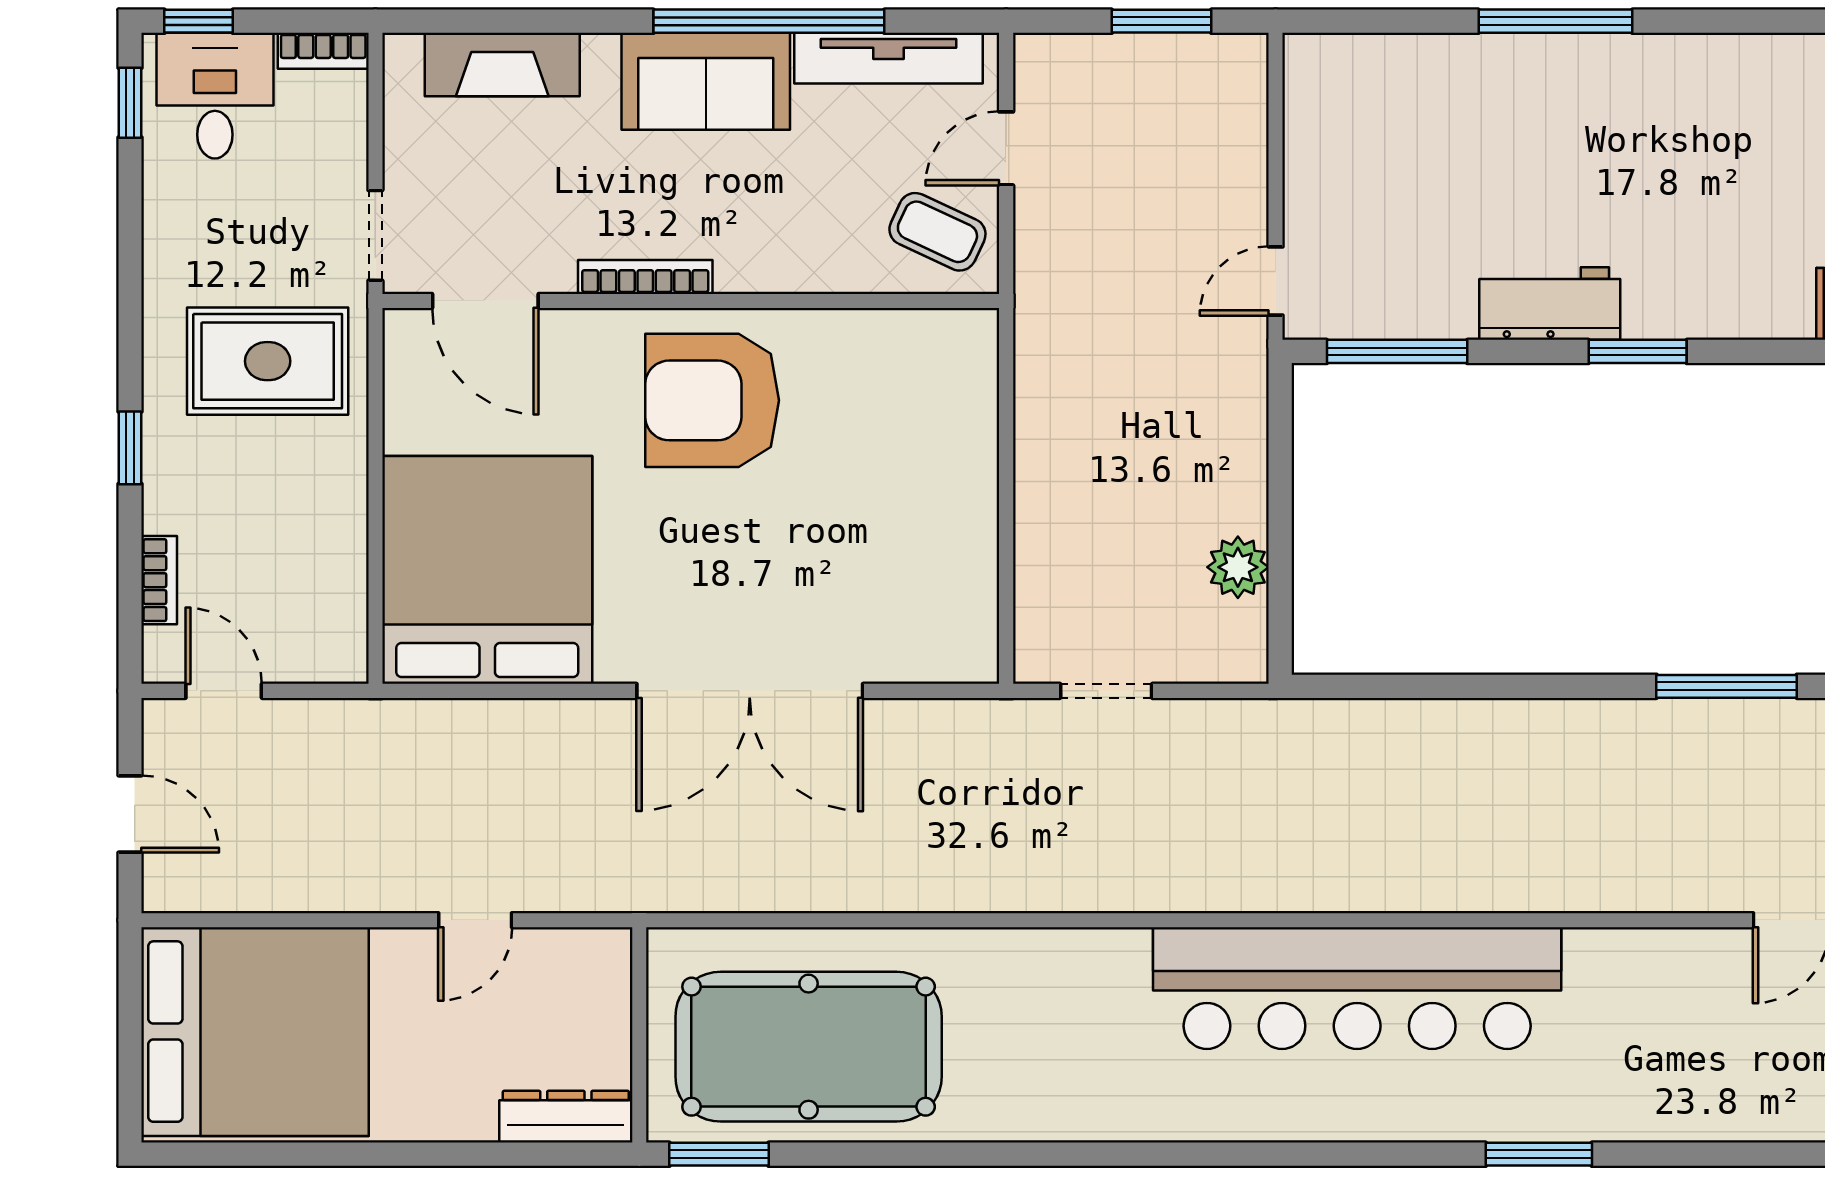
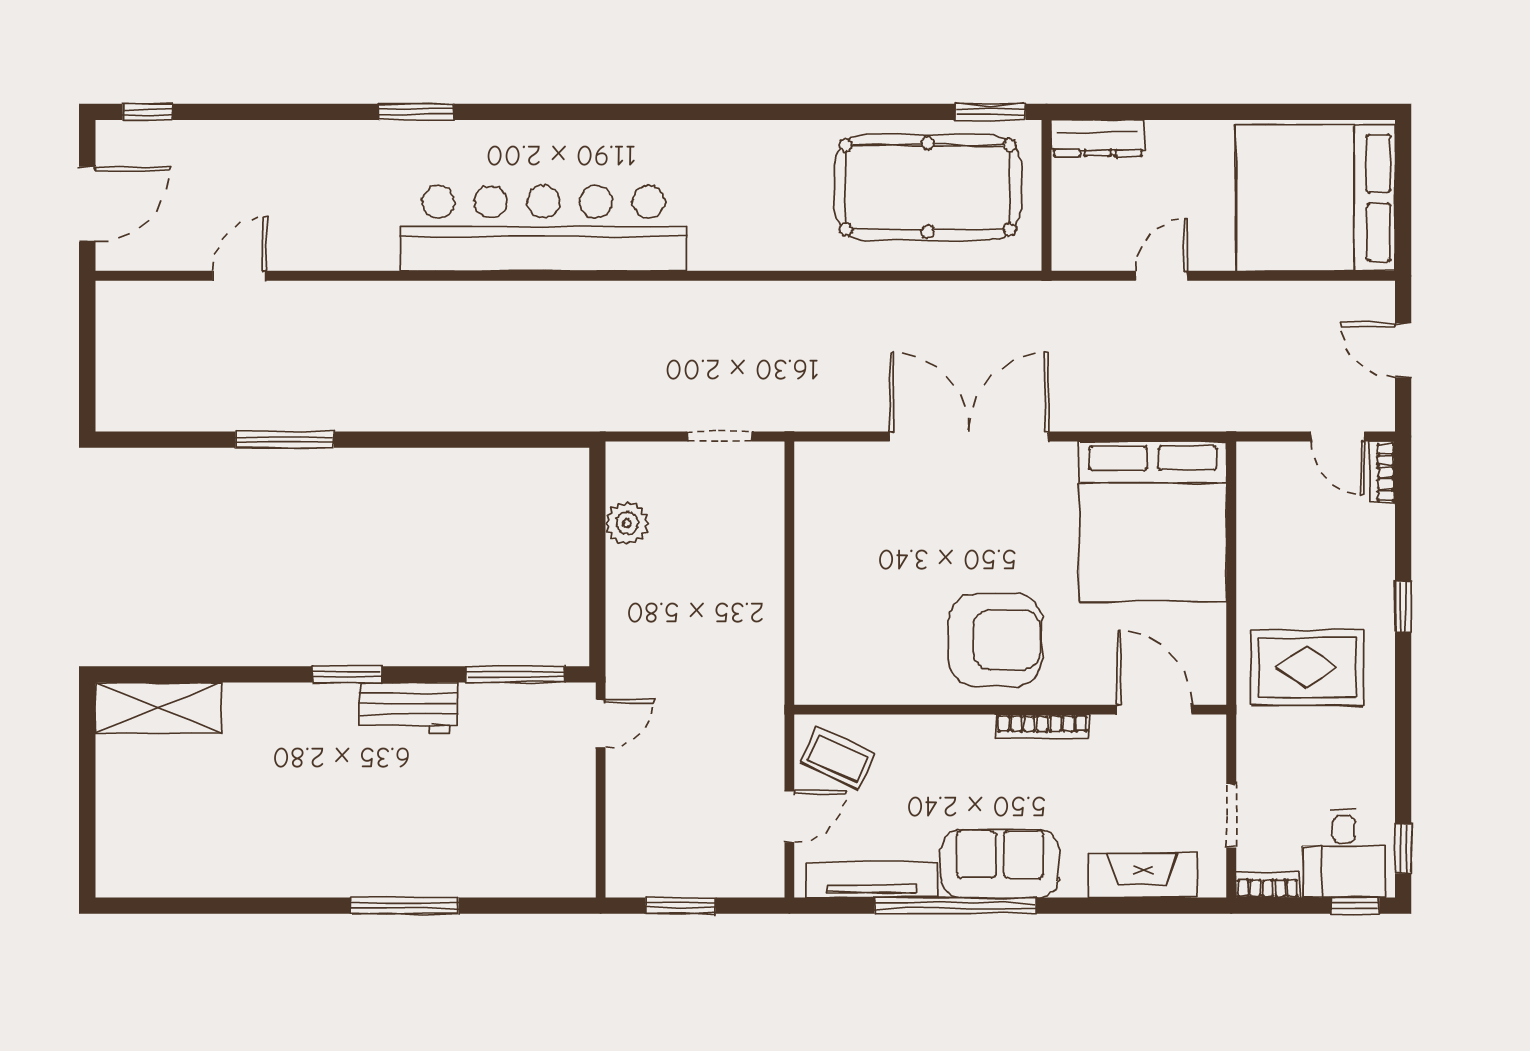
doorway: (375, 235) -> (1231, 816), moved
bookcase: (159, 580) -> (1383, 472), moved

